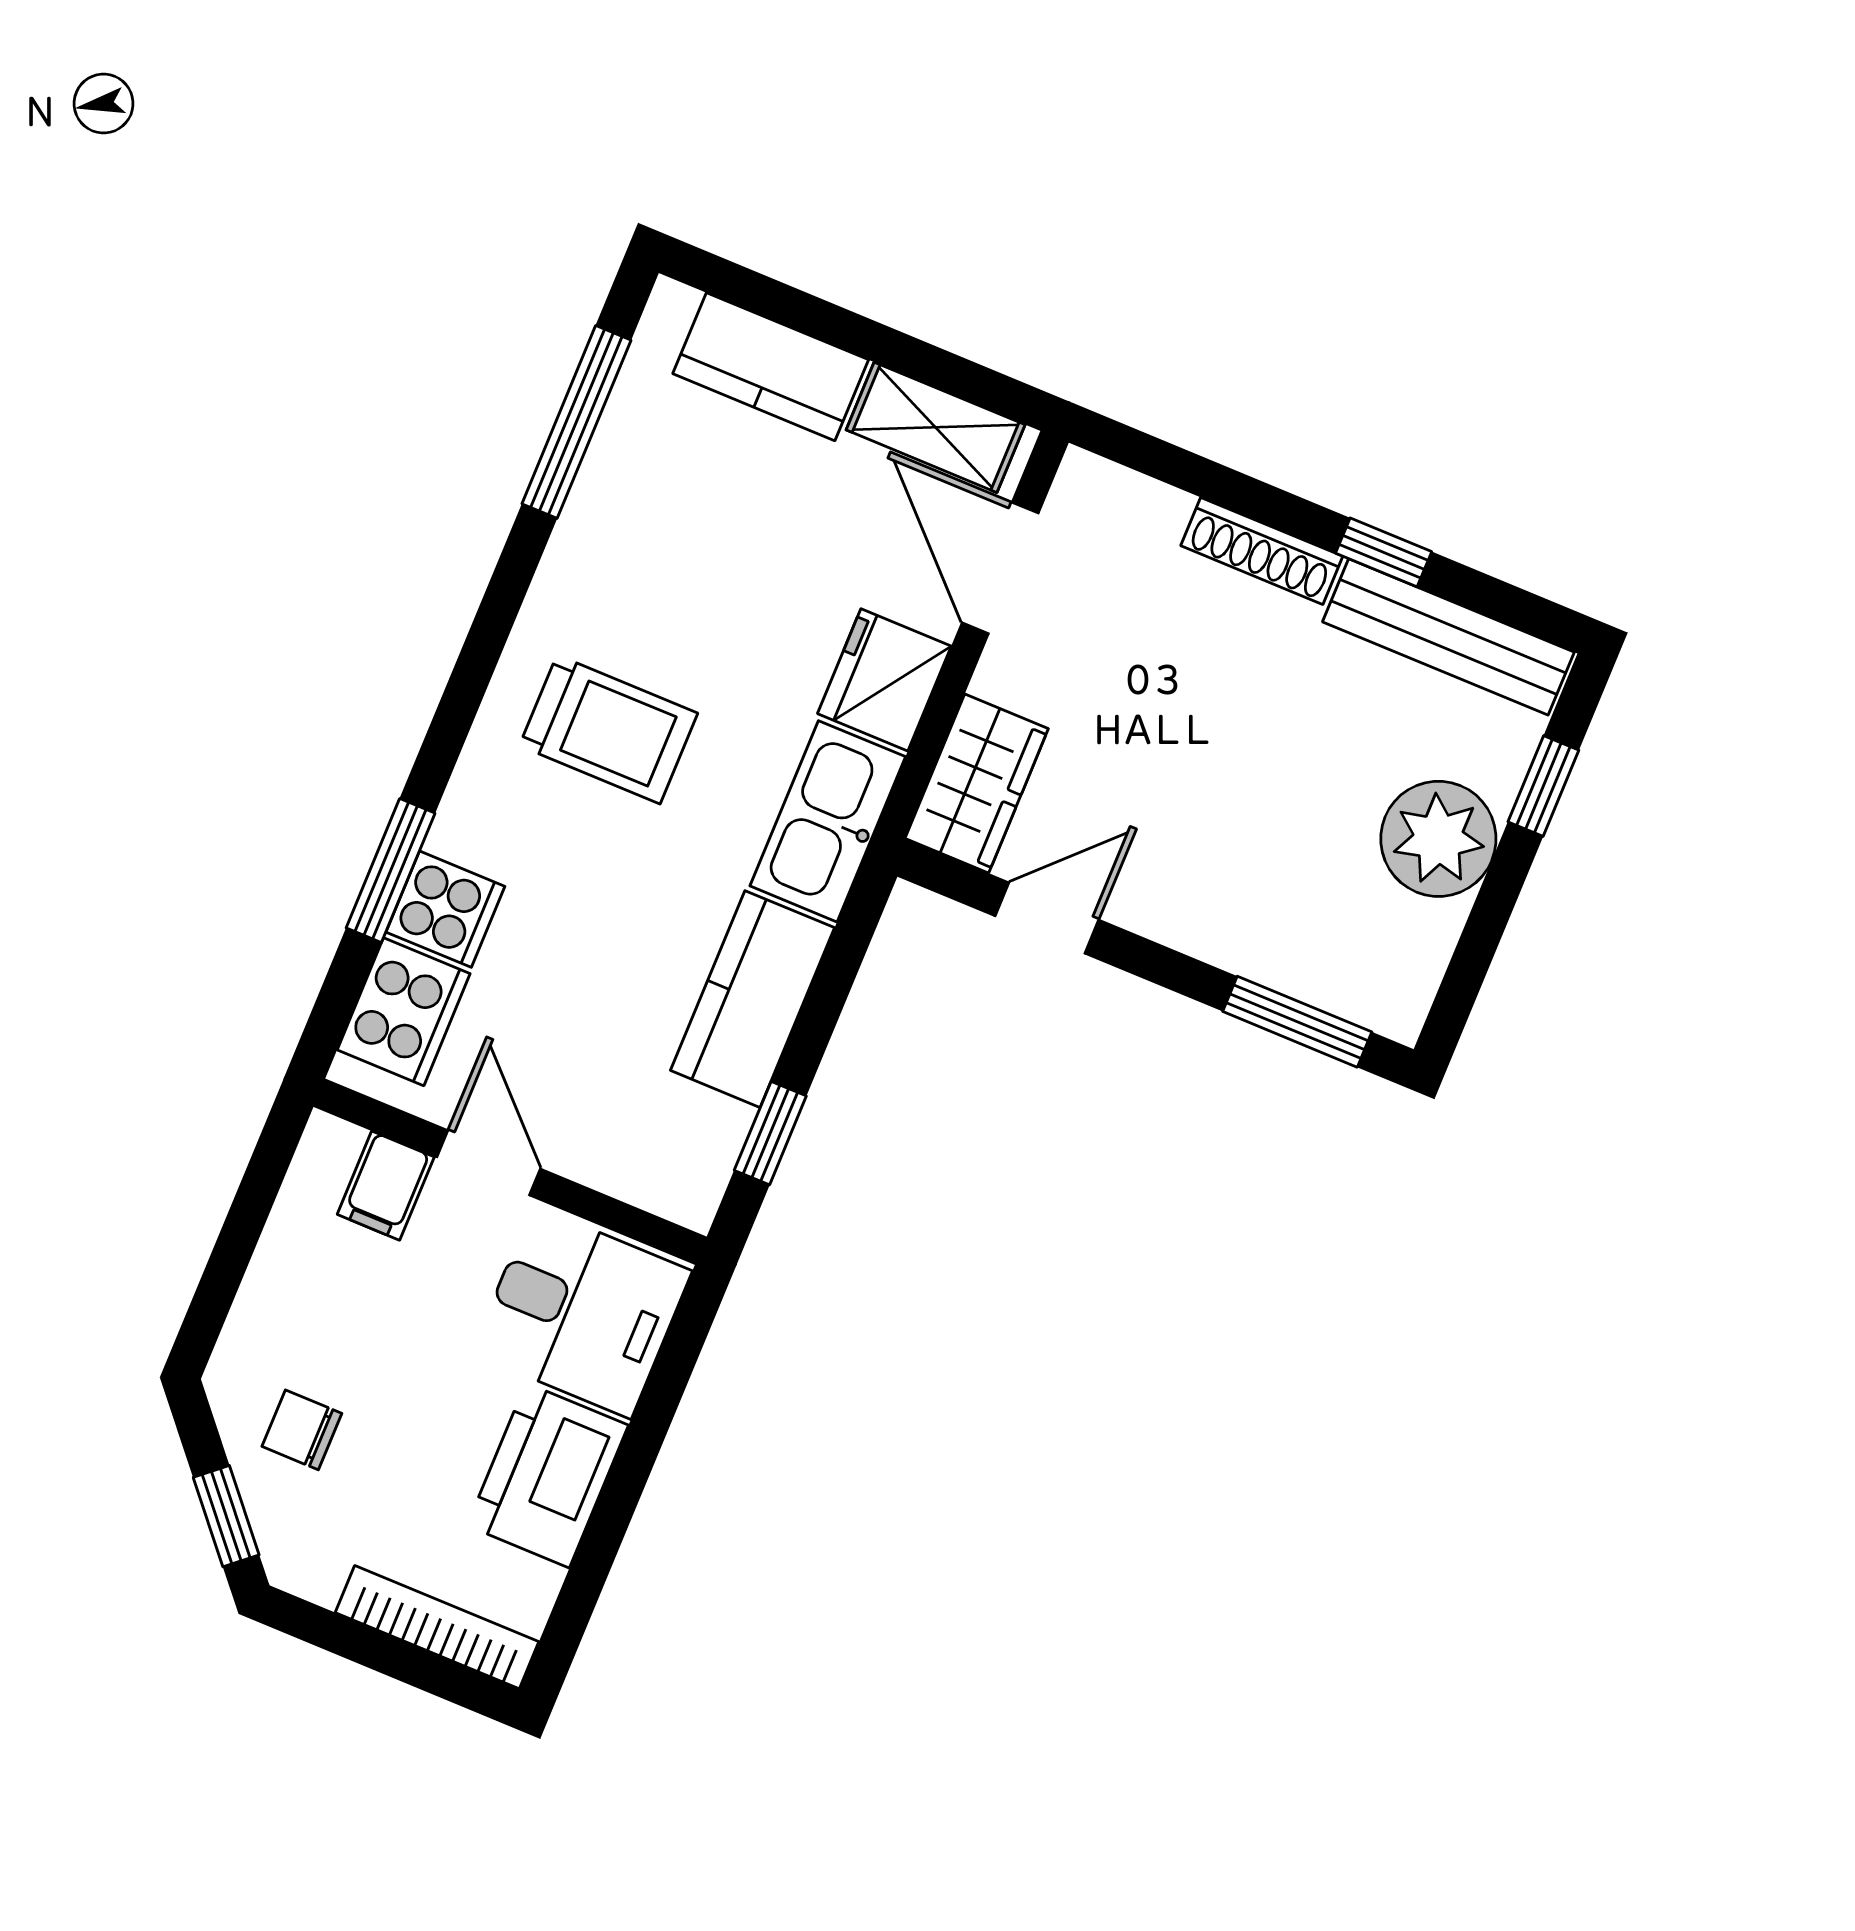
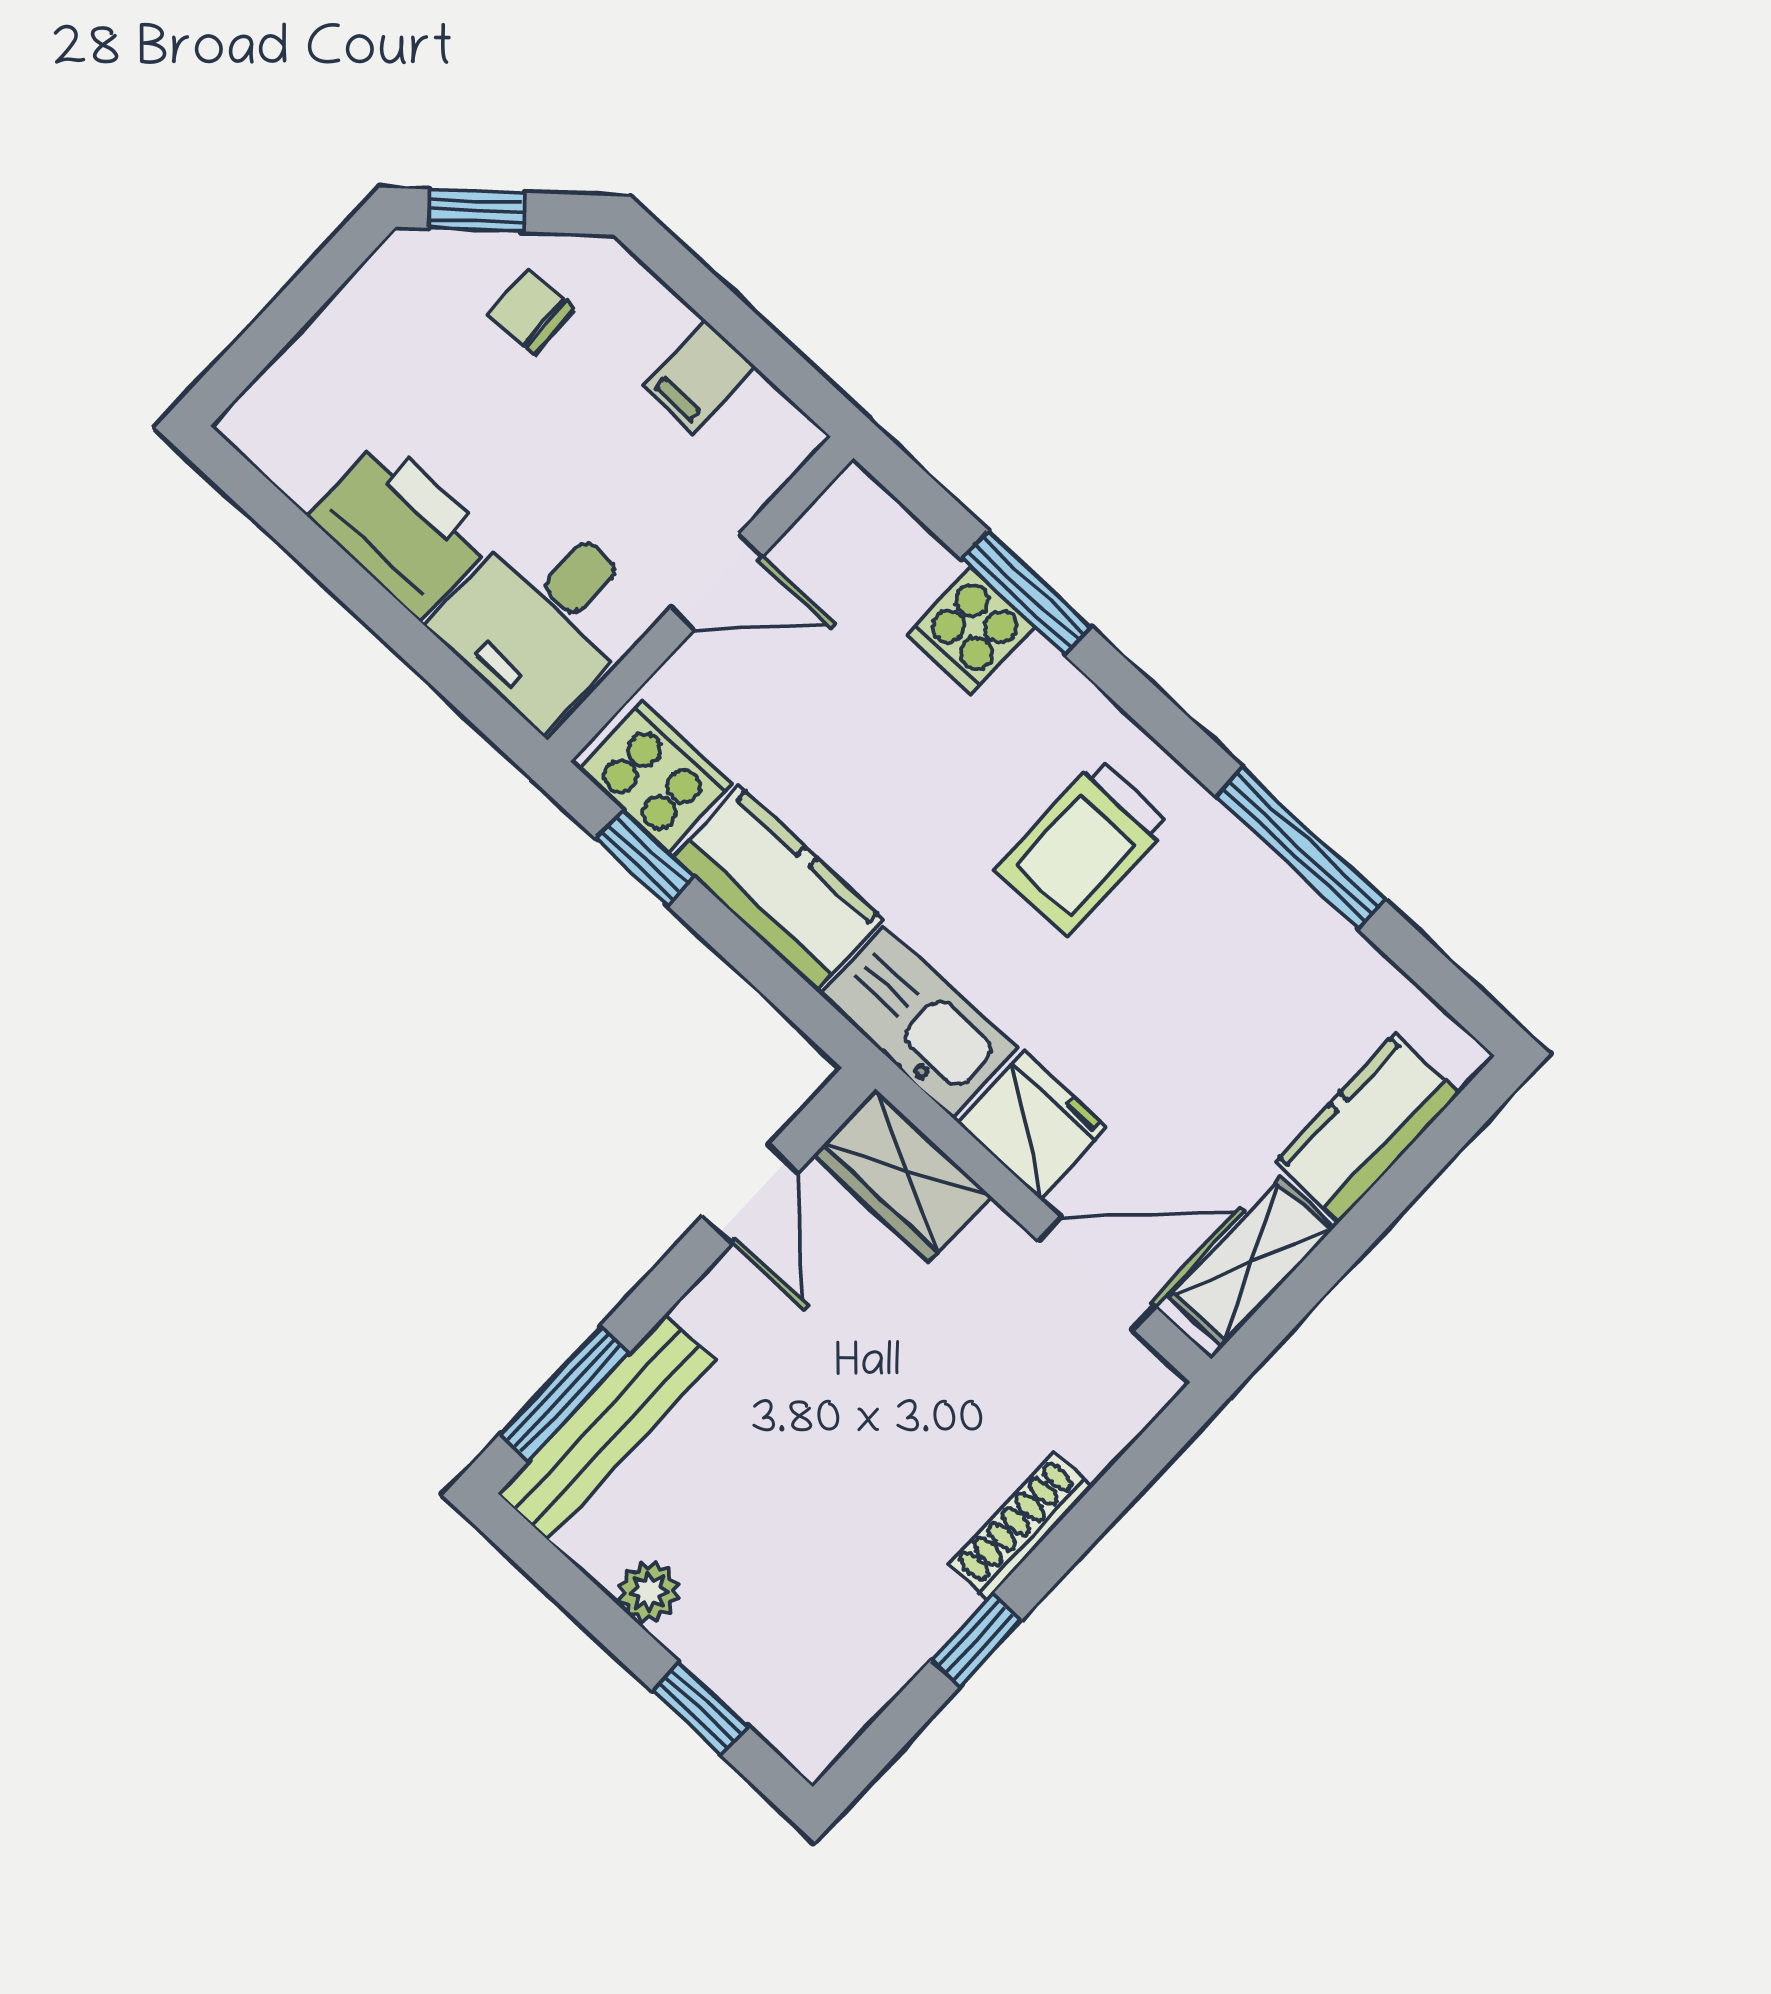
window: (576, 422) -> (1300, 848), moved
bench: (1448, 637) -> (607, 1427), moved
plant: (1438, 839) -> (649, 1592), width x0.53, depth x0.53
cooker: (404, 1012) -> (656, 777), moved, turned 180
filing cabinet: (386, 1186) -> (699, 376), moved, turned -90
chair: (302, 1430) -> (531, 312), turned -92
bookcase: (437, 1627) -> (297, 370), removed

